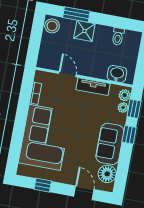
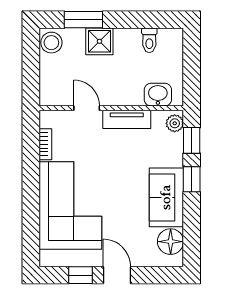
plant: (123, 108) -> (176, 141), removed
door: (84, 193) -> (117, 275), moved

